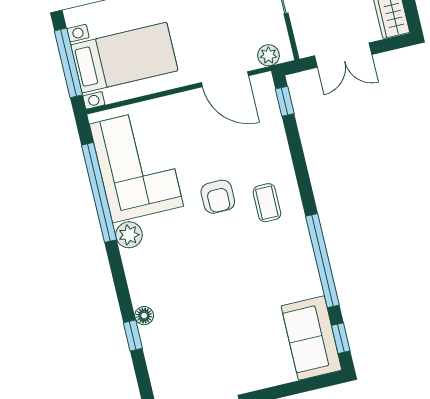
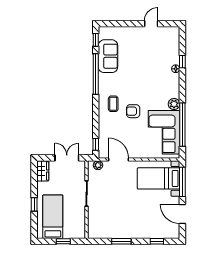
armchair: (218, 197) -> (133, 111), turned -90
sofa: (311, 338) -> (108, 56), moved

